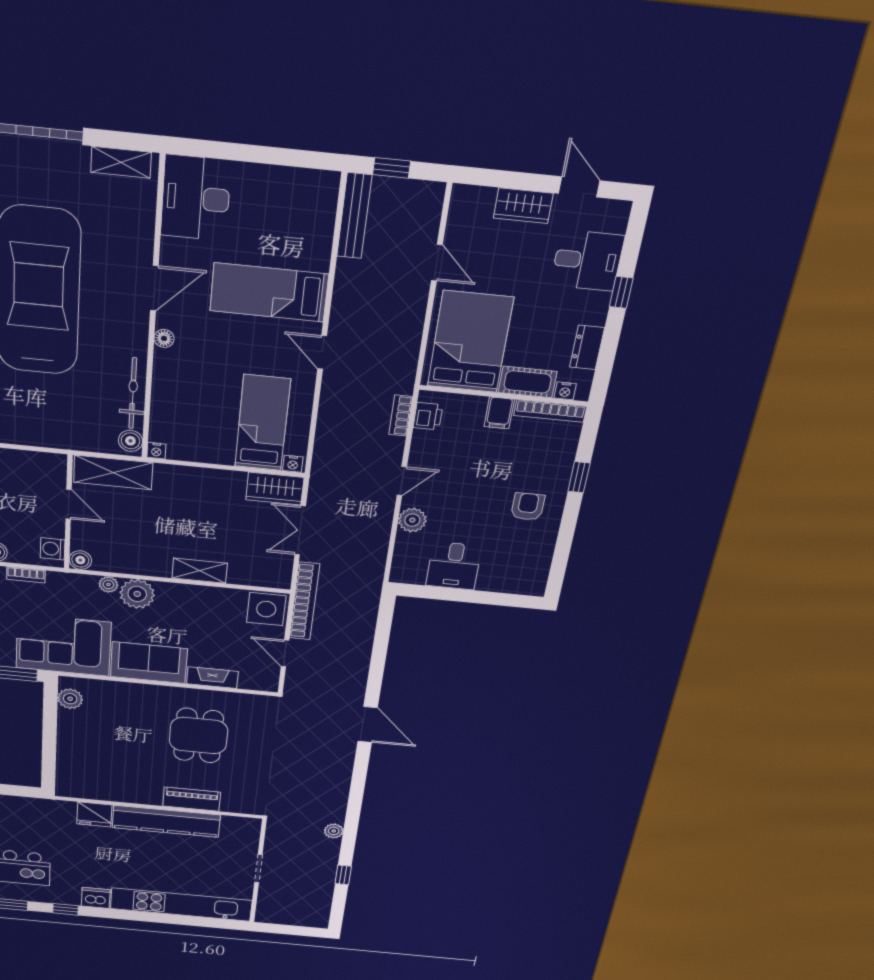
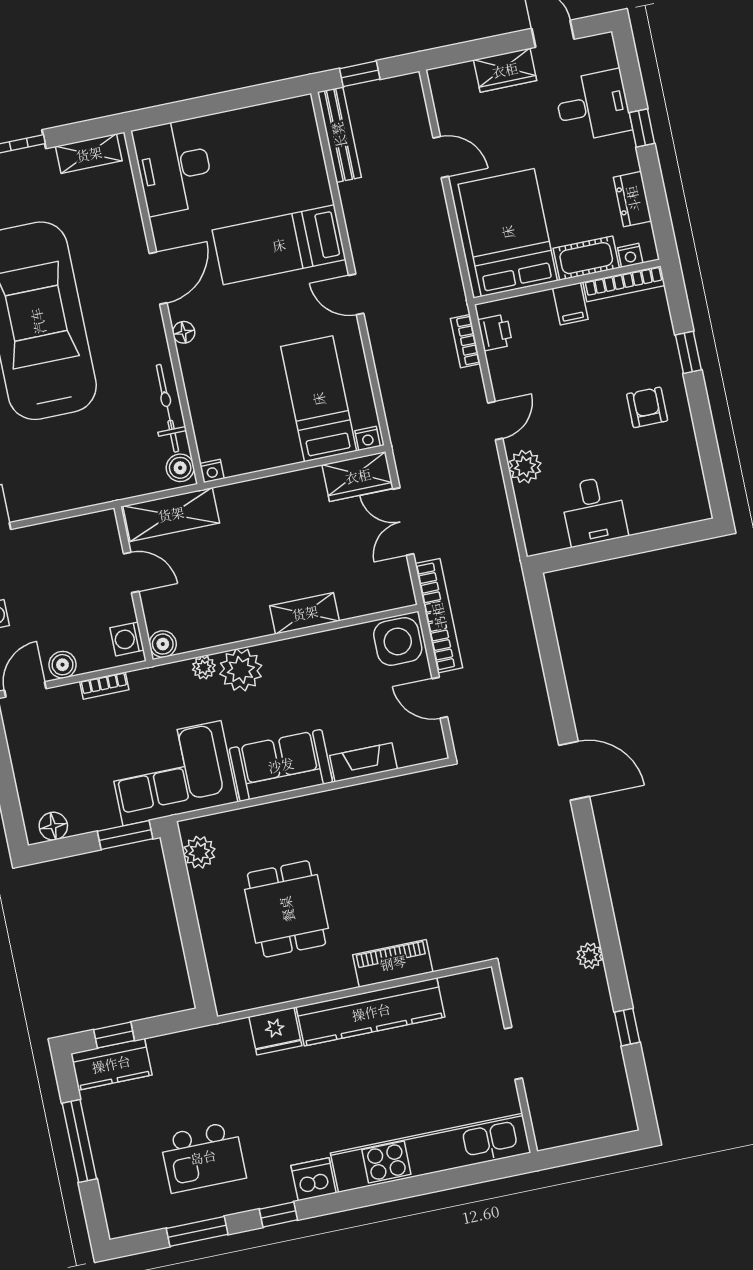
dining table: (198, 736) -> (287, 909), moved

